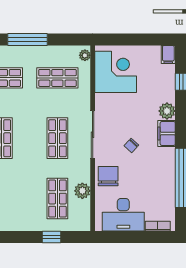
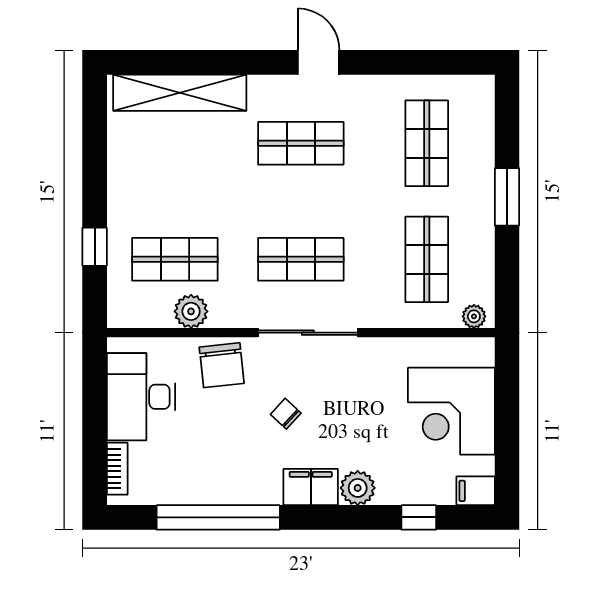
window: (28, 39) -> (507, 197), width x0.69
corner desk: (116, 72) -> (451, 411), moved, turned 90
chair: (108, 176) -> (222, 365), turned 84

